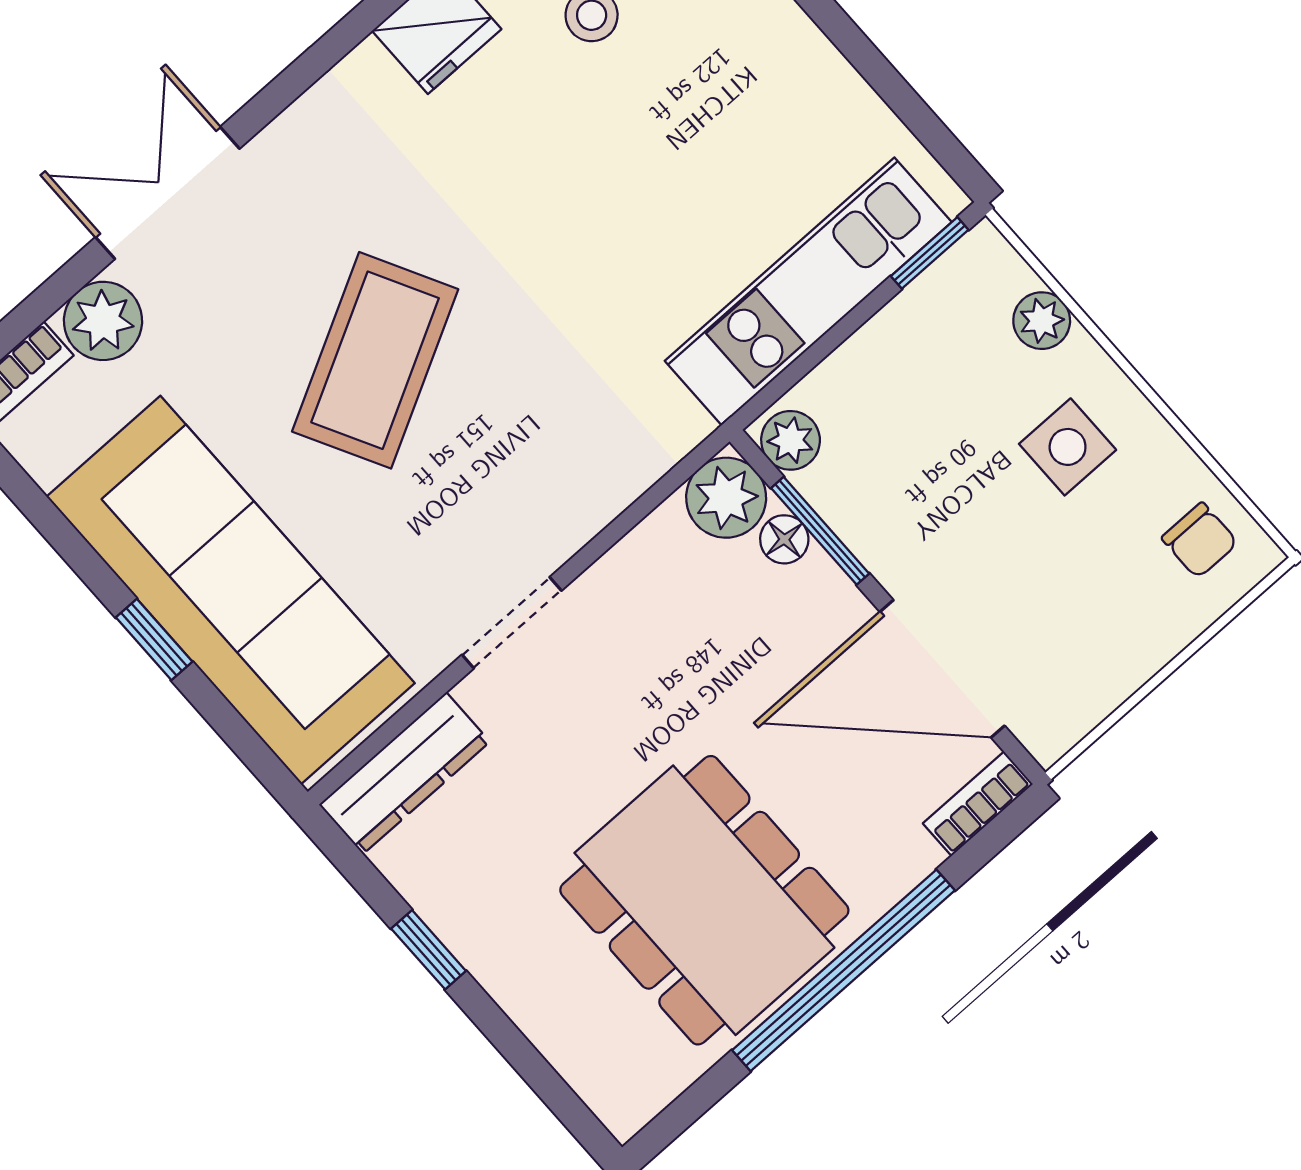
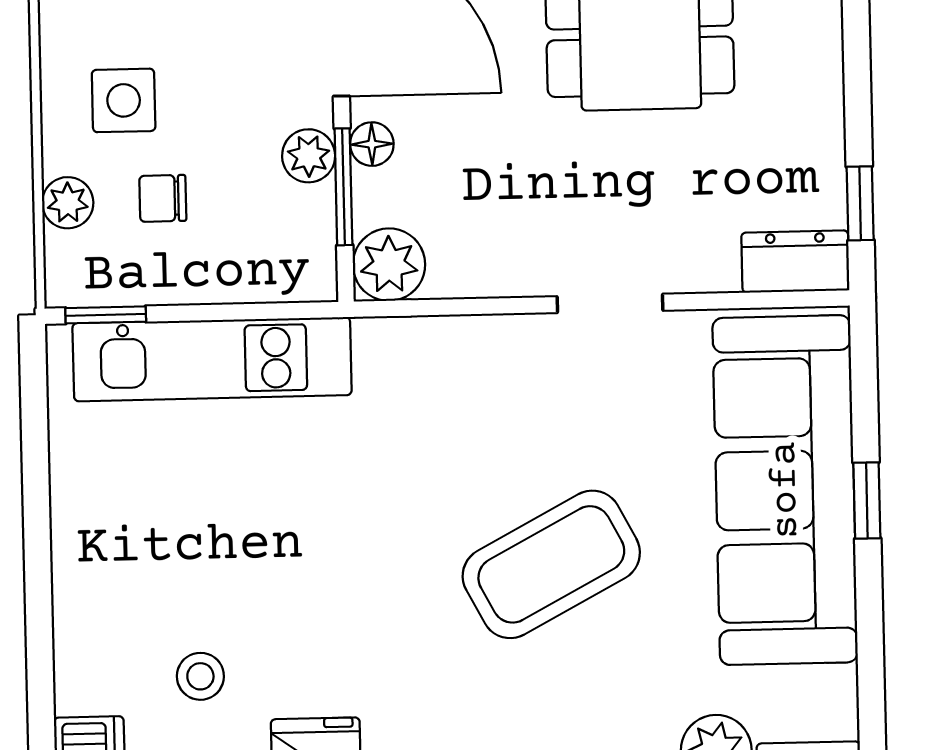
chair: (965, 392) -> (163, 198), added
plant: (791, 440) -> (309, 156), moved
floor lamp: (784, 539) -> (372, 144), moved
dresser: (404, 773) -> (795, 262), width x0.70
window: (429, 950) -> (860, 203), moved

